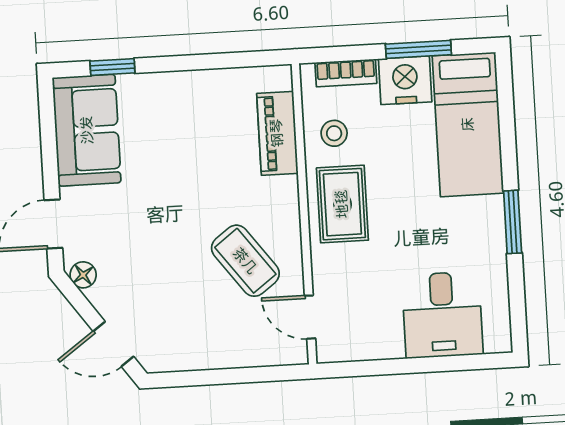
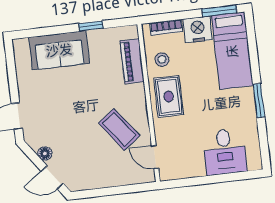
window: (418, 49) -> (219, 11), moved
window: (112, 67) -> (91, 26), moved
sofa: (87, 130) -> (59, 50), moved, turned 90
floor lamp: (83, 275) -> (45, 154), moved

